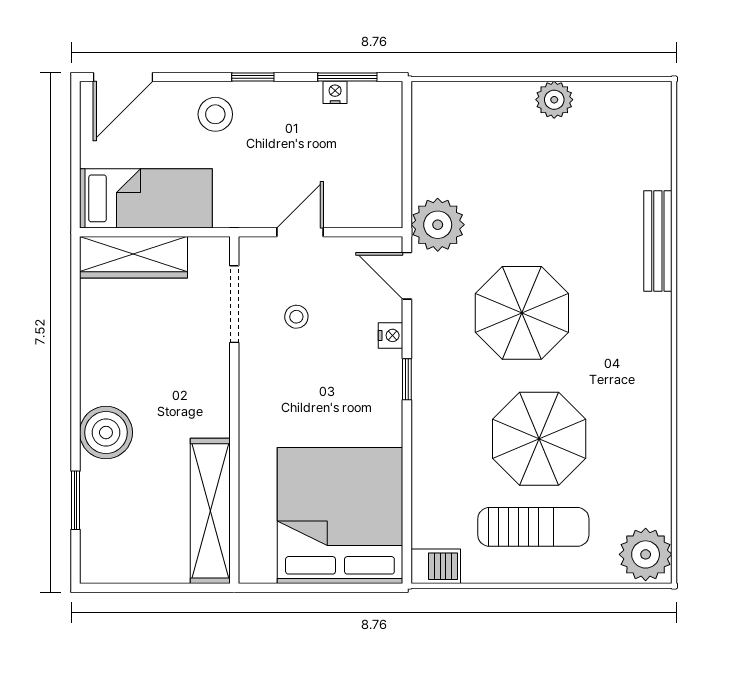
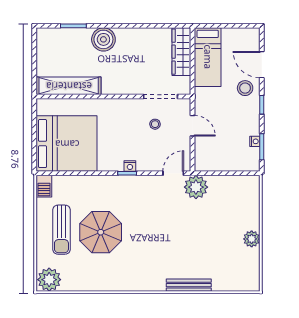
door: (123, 77) -> (262, 65), moved
parasol: (522, 313) -> (157, 225), removed
nightstand: (391, 335) -> (130, 166), moved

